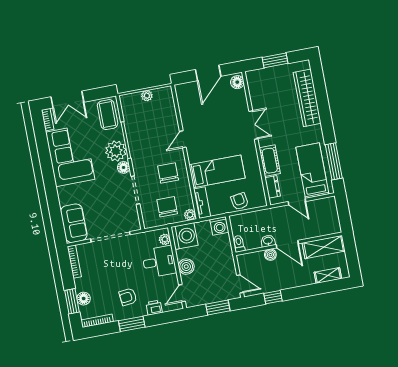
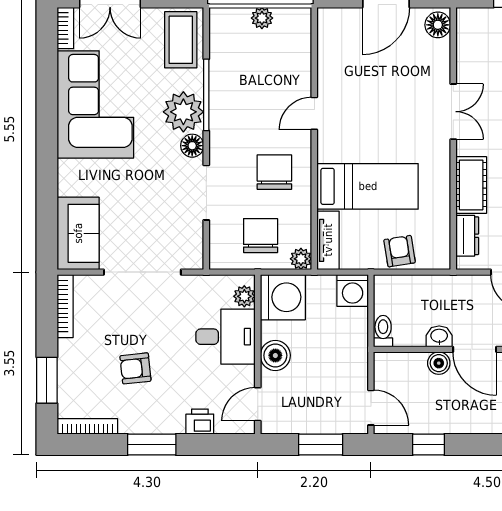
armchair: (128, 297) -> (135, 368), moved
floor lamp: (84, 299) -> (70, 379), removed

